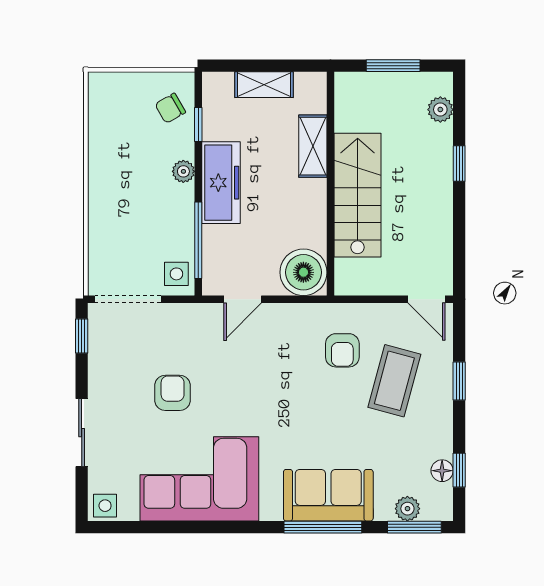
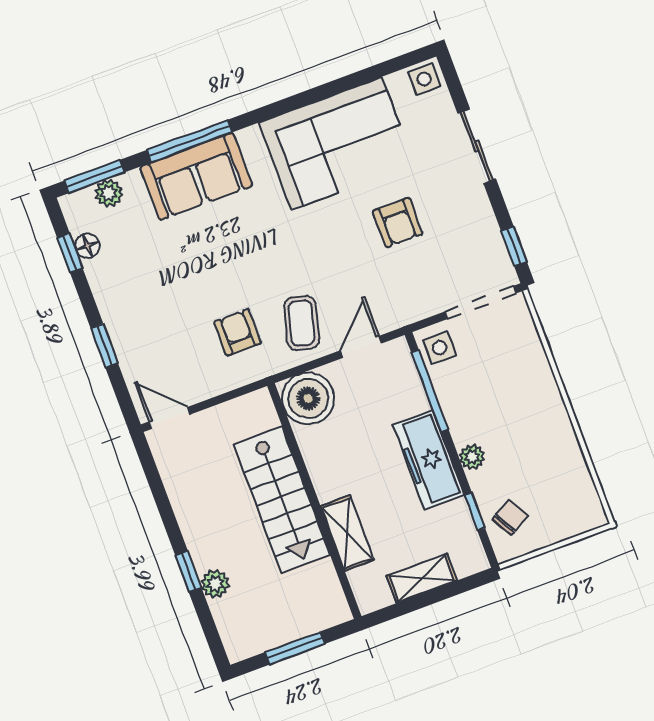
plant: (440, 110) -> (215, 584), moved
coffee table: (394, 381) -> (301, 323), moved, width x0.73, depth x0.77

